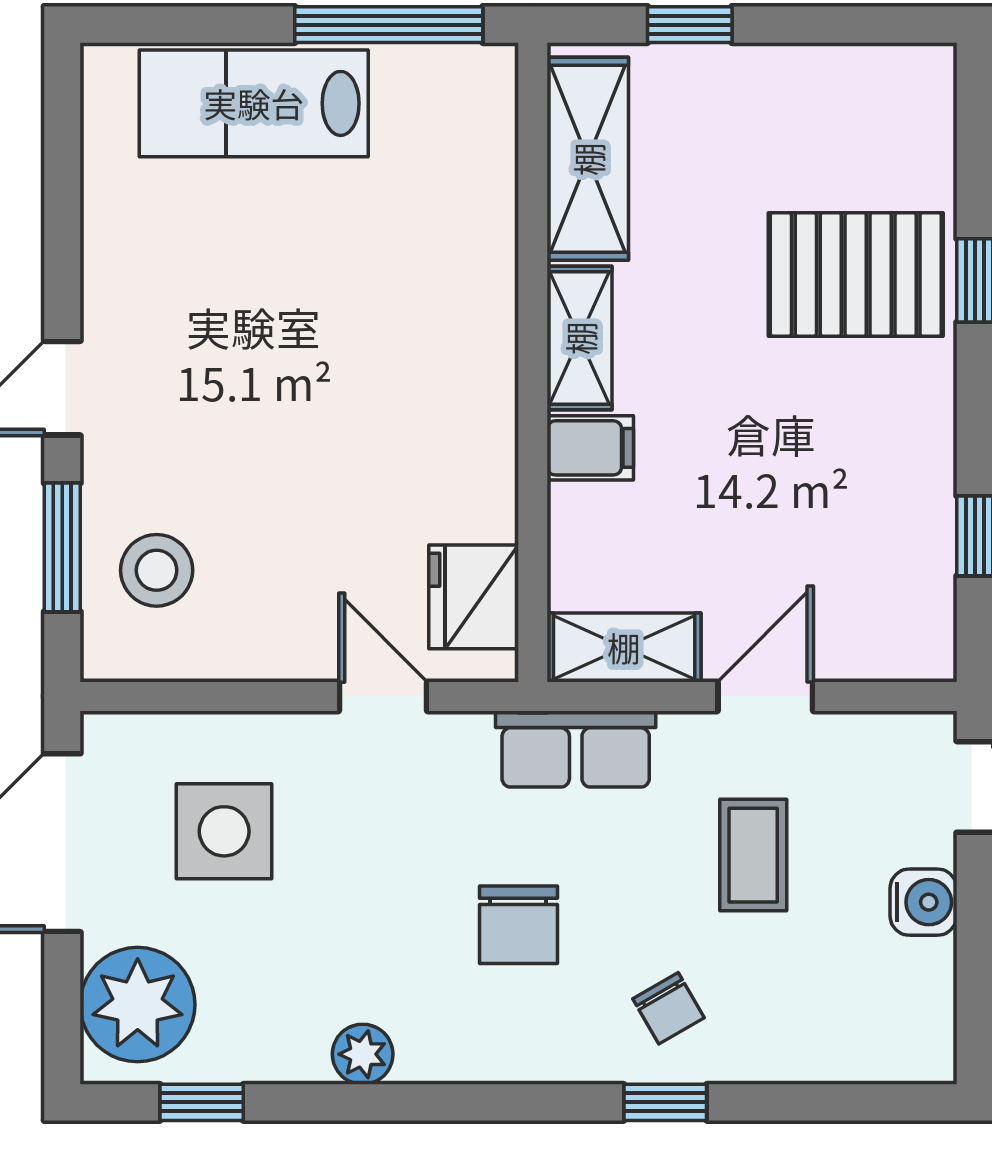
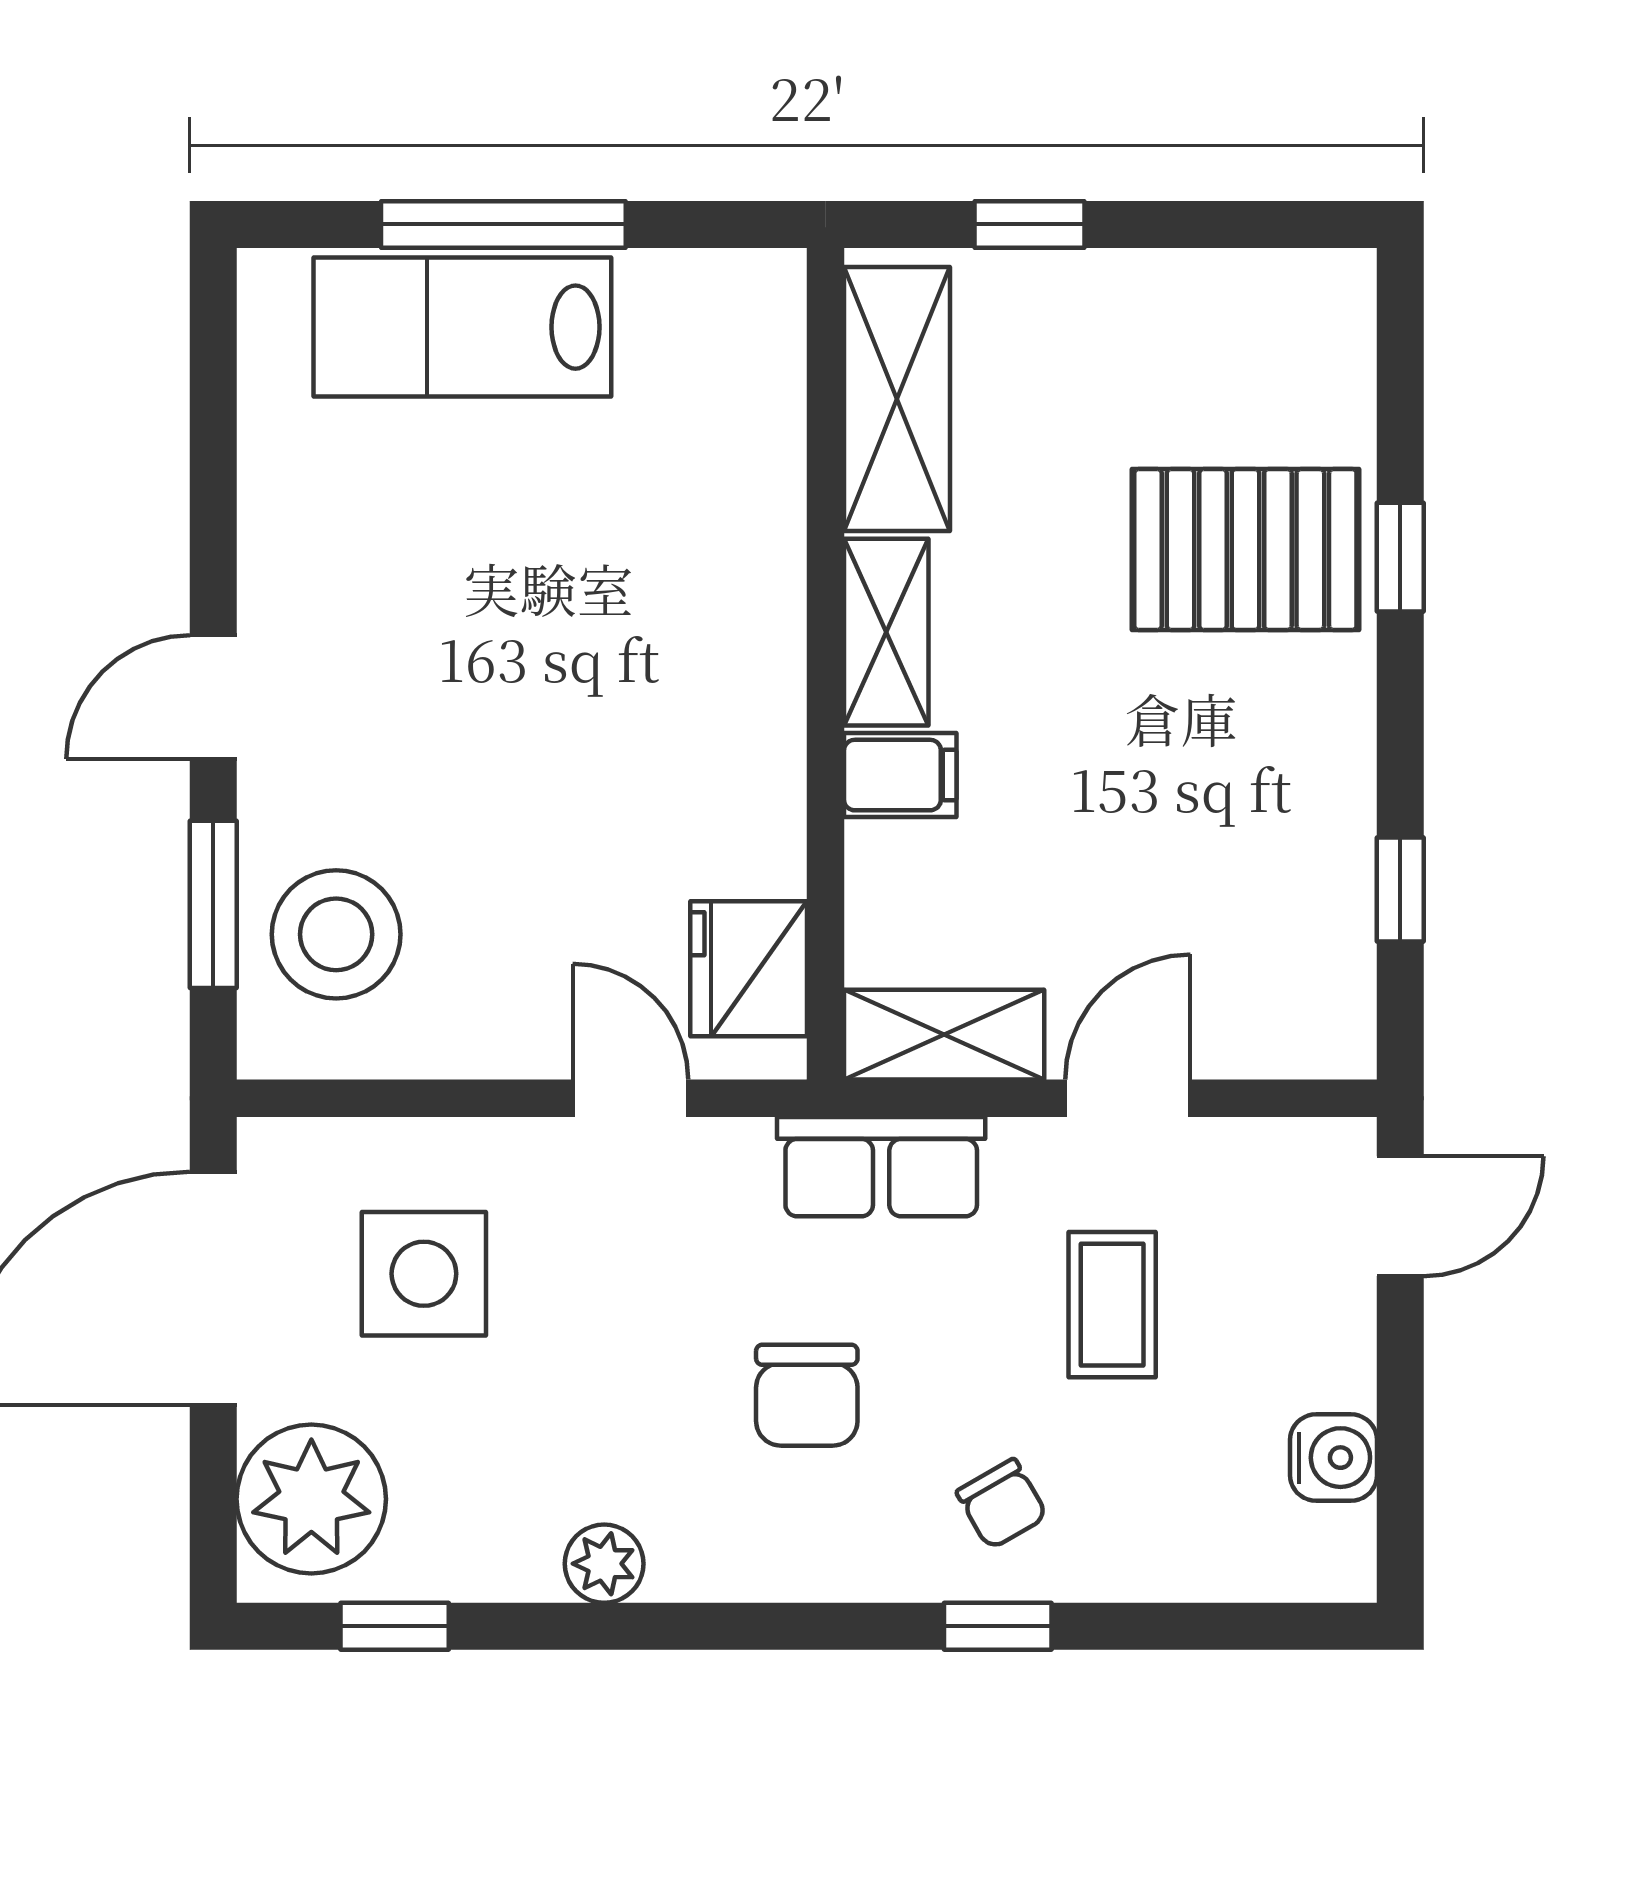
window: (389, 25) -> (503, 224), moved
stool: (157, 570) -> (336, 934), width x1.38, depth x1.38
water cooler: (923, 902) -> (1333, 1458), moved

